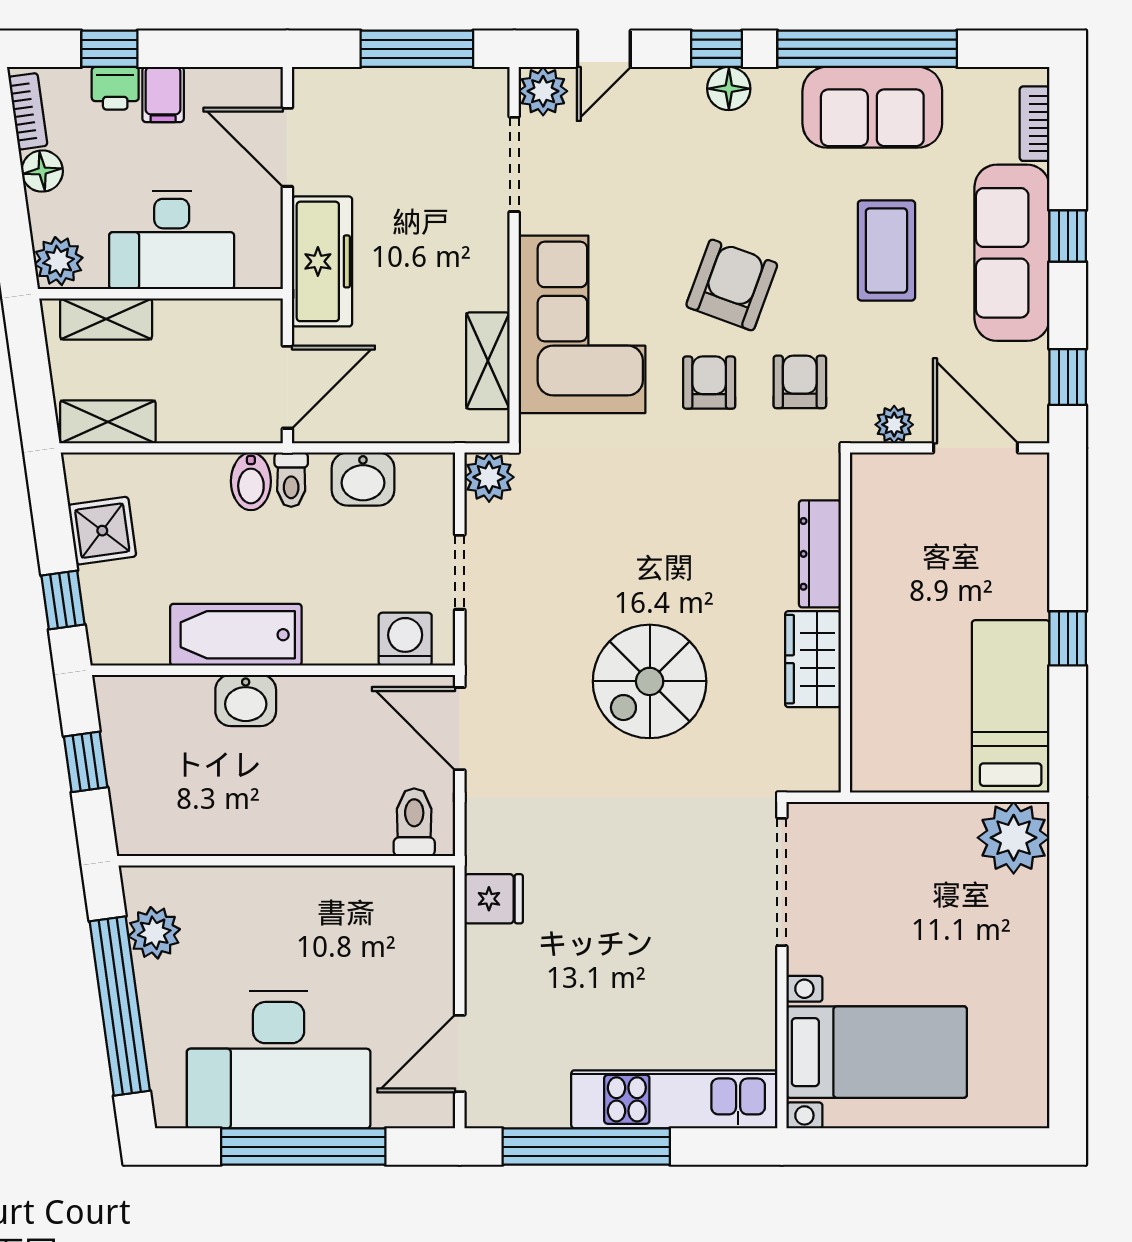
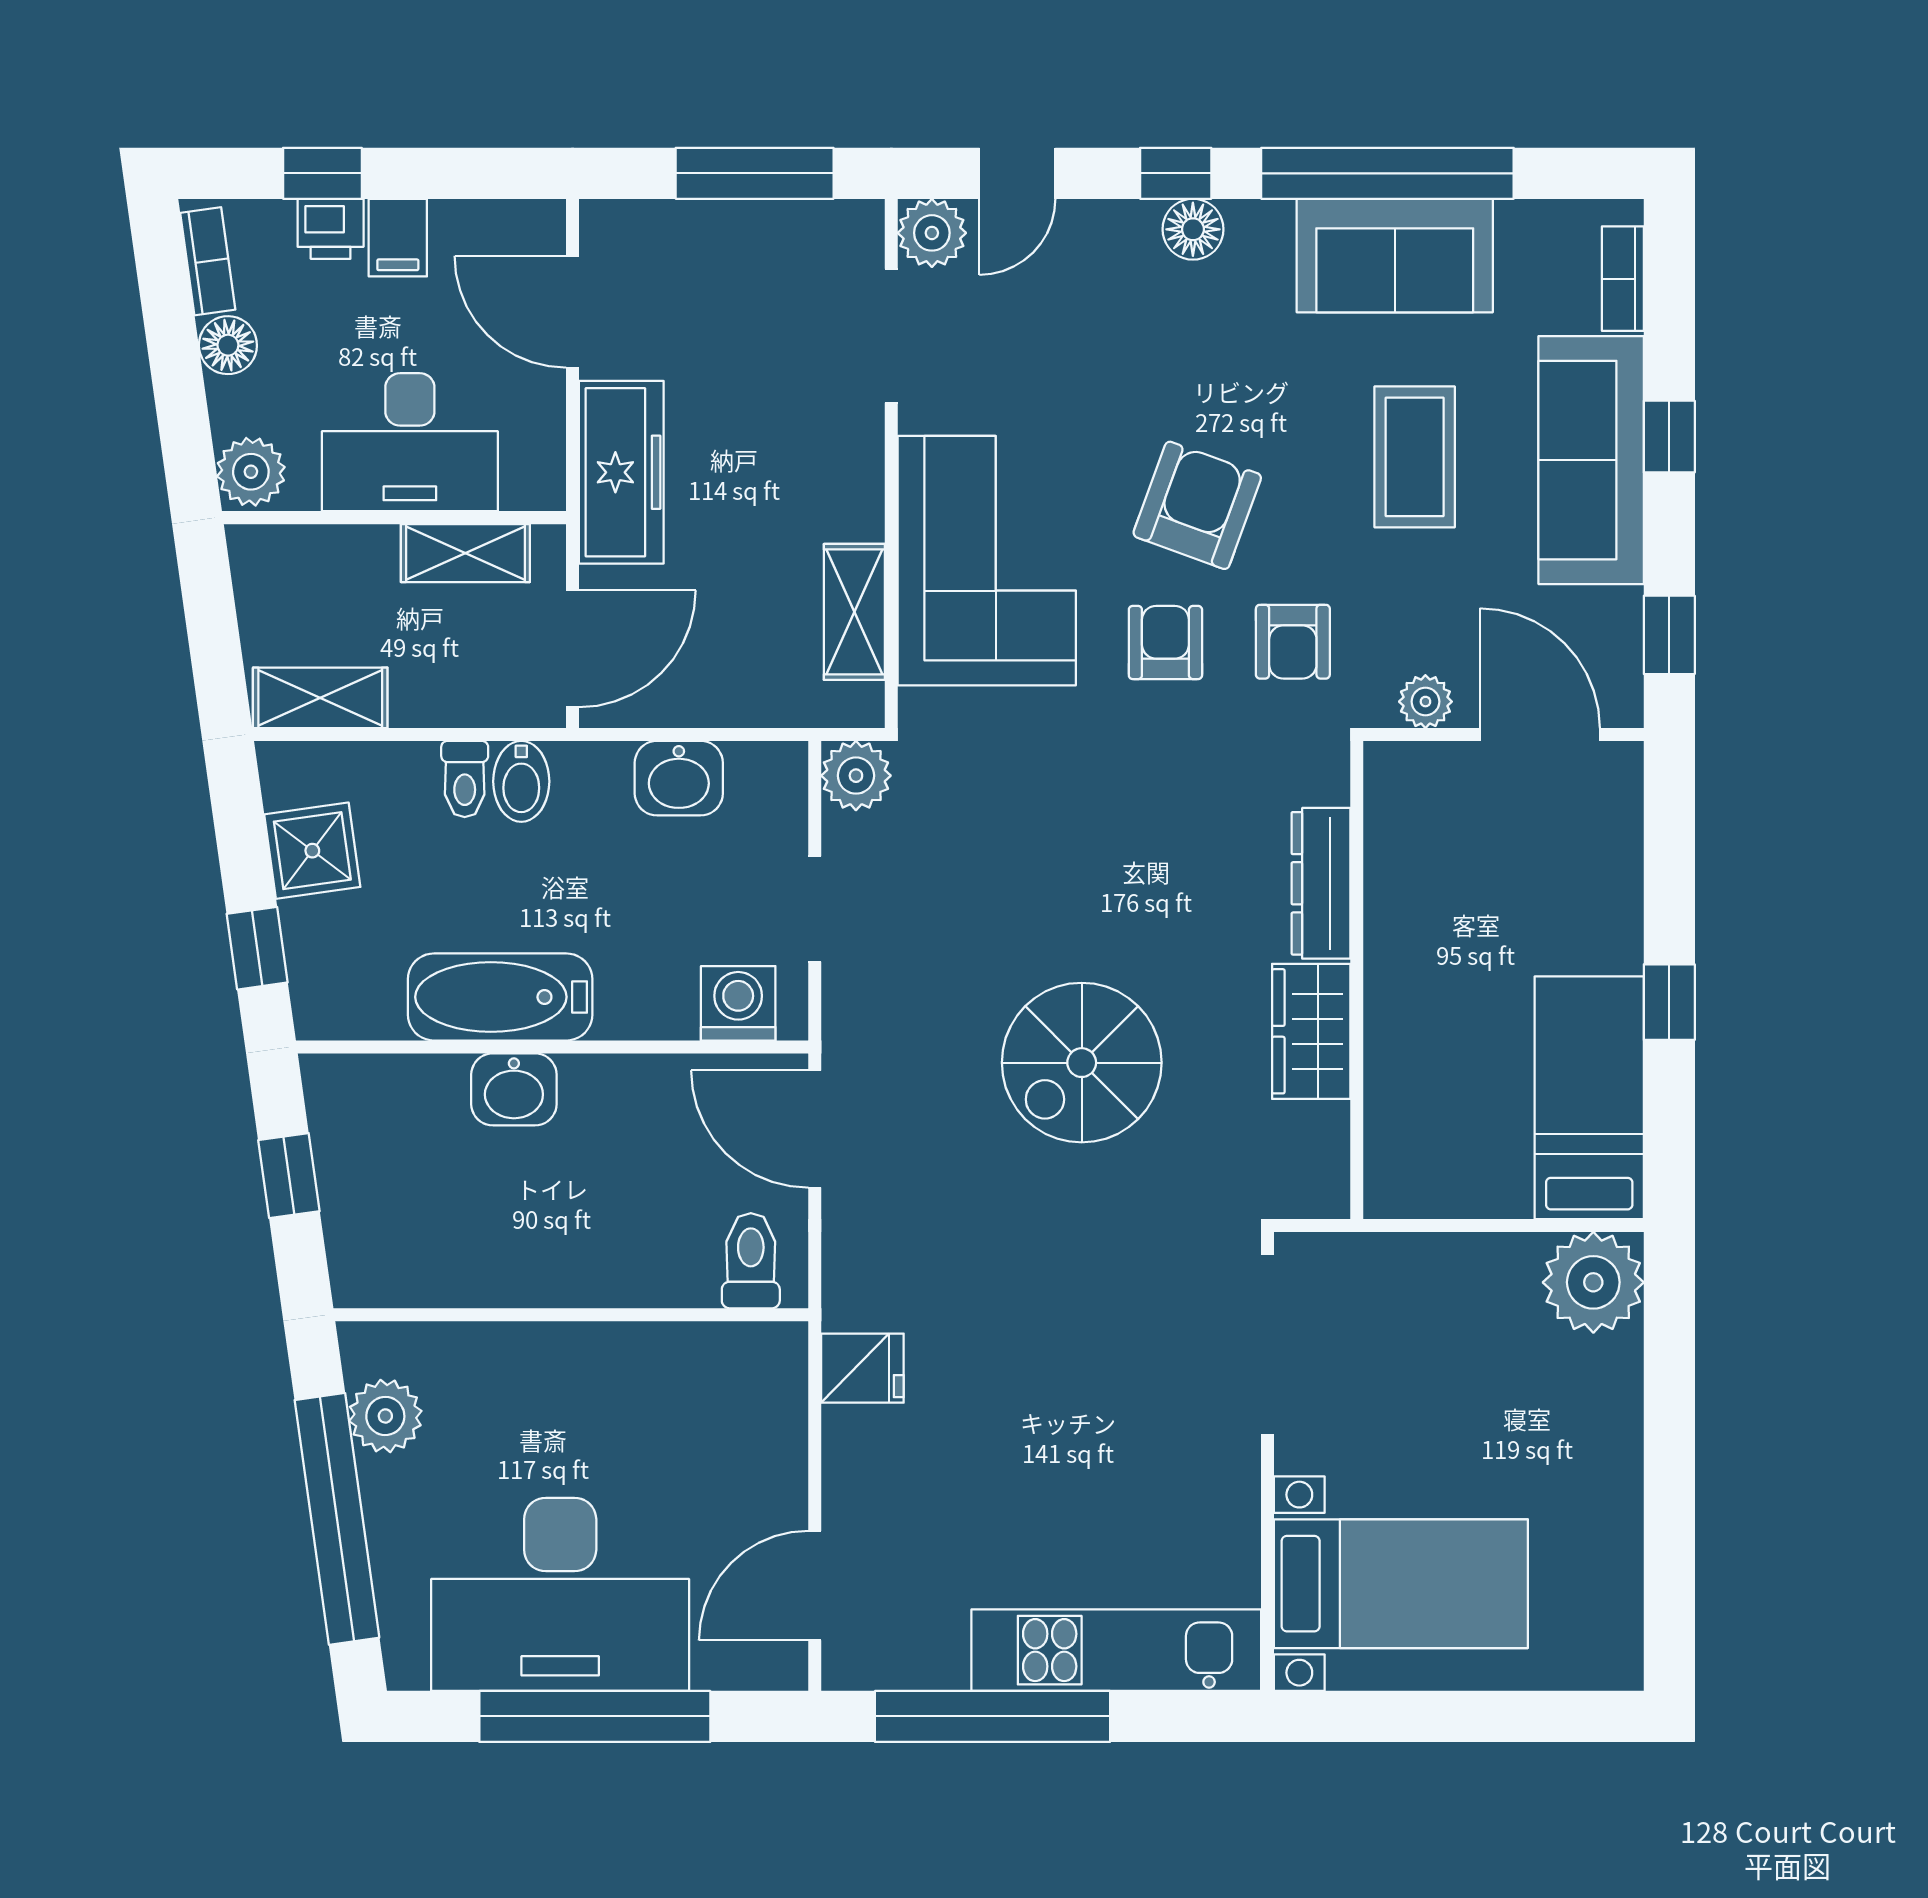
shelving: (106, 319) -> (465, 553), moved
armchair: (800, 382) -> (1293, 642), turned 180
toilet: (291, 480) -> (465, 779), moved

